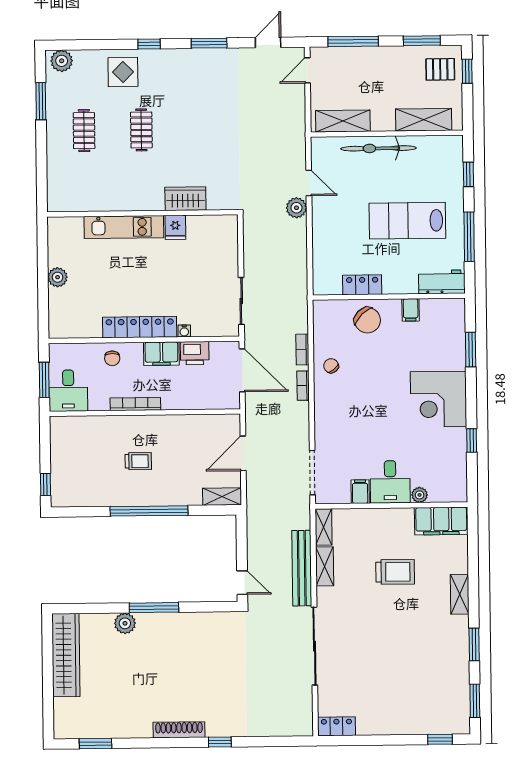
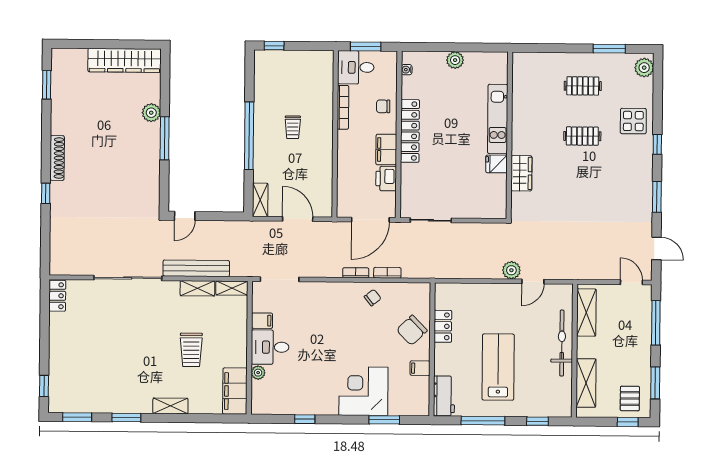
water cooler: (184, 331) -> (407, 70), moved
corner desk: (439, 399) -> (363, 391), moved
bookcase: (135, 404) -> (343, 107), moved

